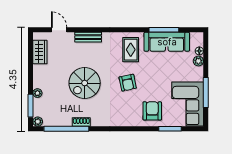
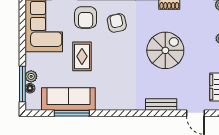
rug: (131, 50) -> (82, 56), moved
armchair: (128, 83) -> (117, 23), moved
window: (206, 93) -> (22, 84), moved

